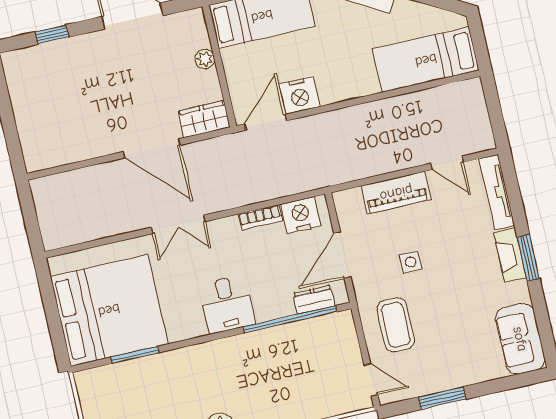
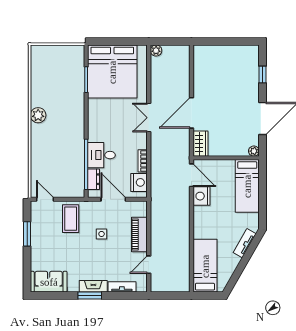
plant: (205, 59) -> (254, 151), moved
tv unit: (497, 192) -> (122, 287), width x0.71
plant: (52, 239) -> (156, 51), added
desk: (227, 304) -> (101, 155), moved
coffee table: (396, 325) -> (71, 219), turned 90
door: (371, 380) -> (45, 199), swing flipped

